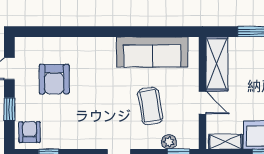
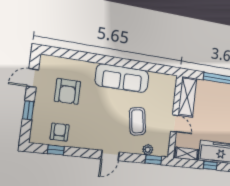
sofa: (152, 52) -> (122, 78), moved
armchair: (29, 132) -> (60, 132), moved

